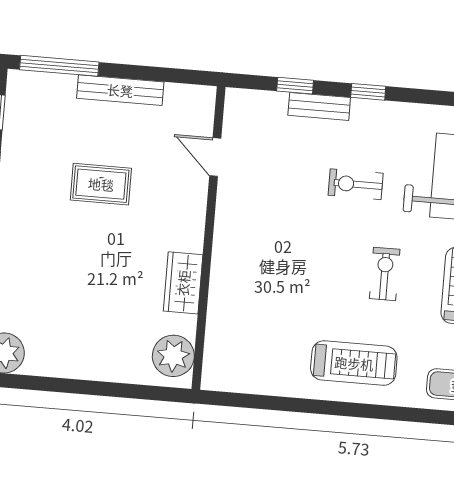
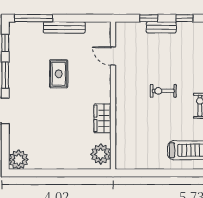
rug: (101, 184) -> (59, 74), turned 90
exercise bike: (356, 184) -> (163, 91), moved

